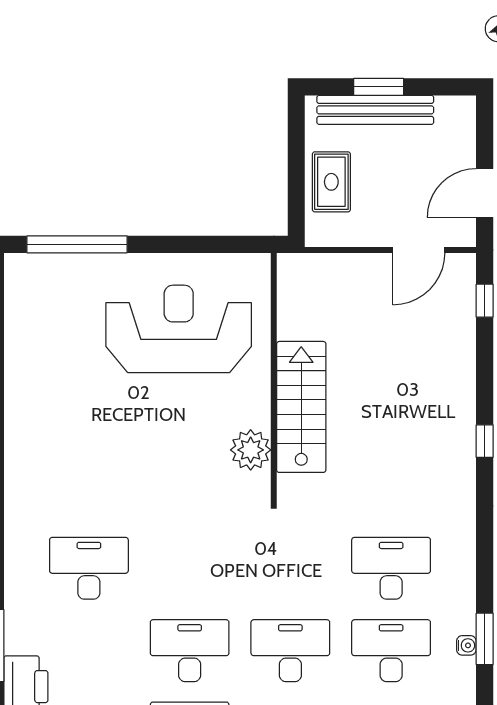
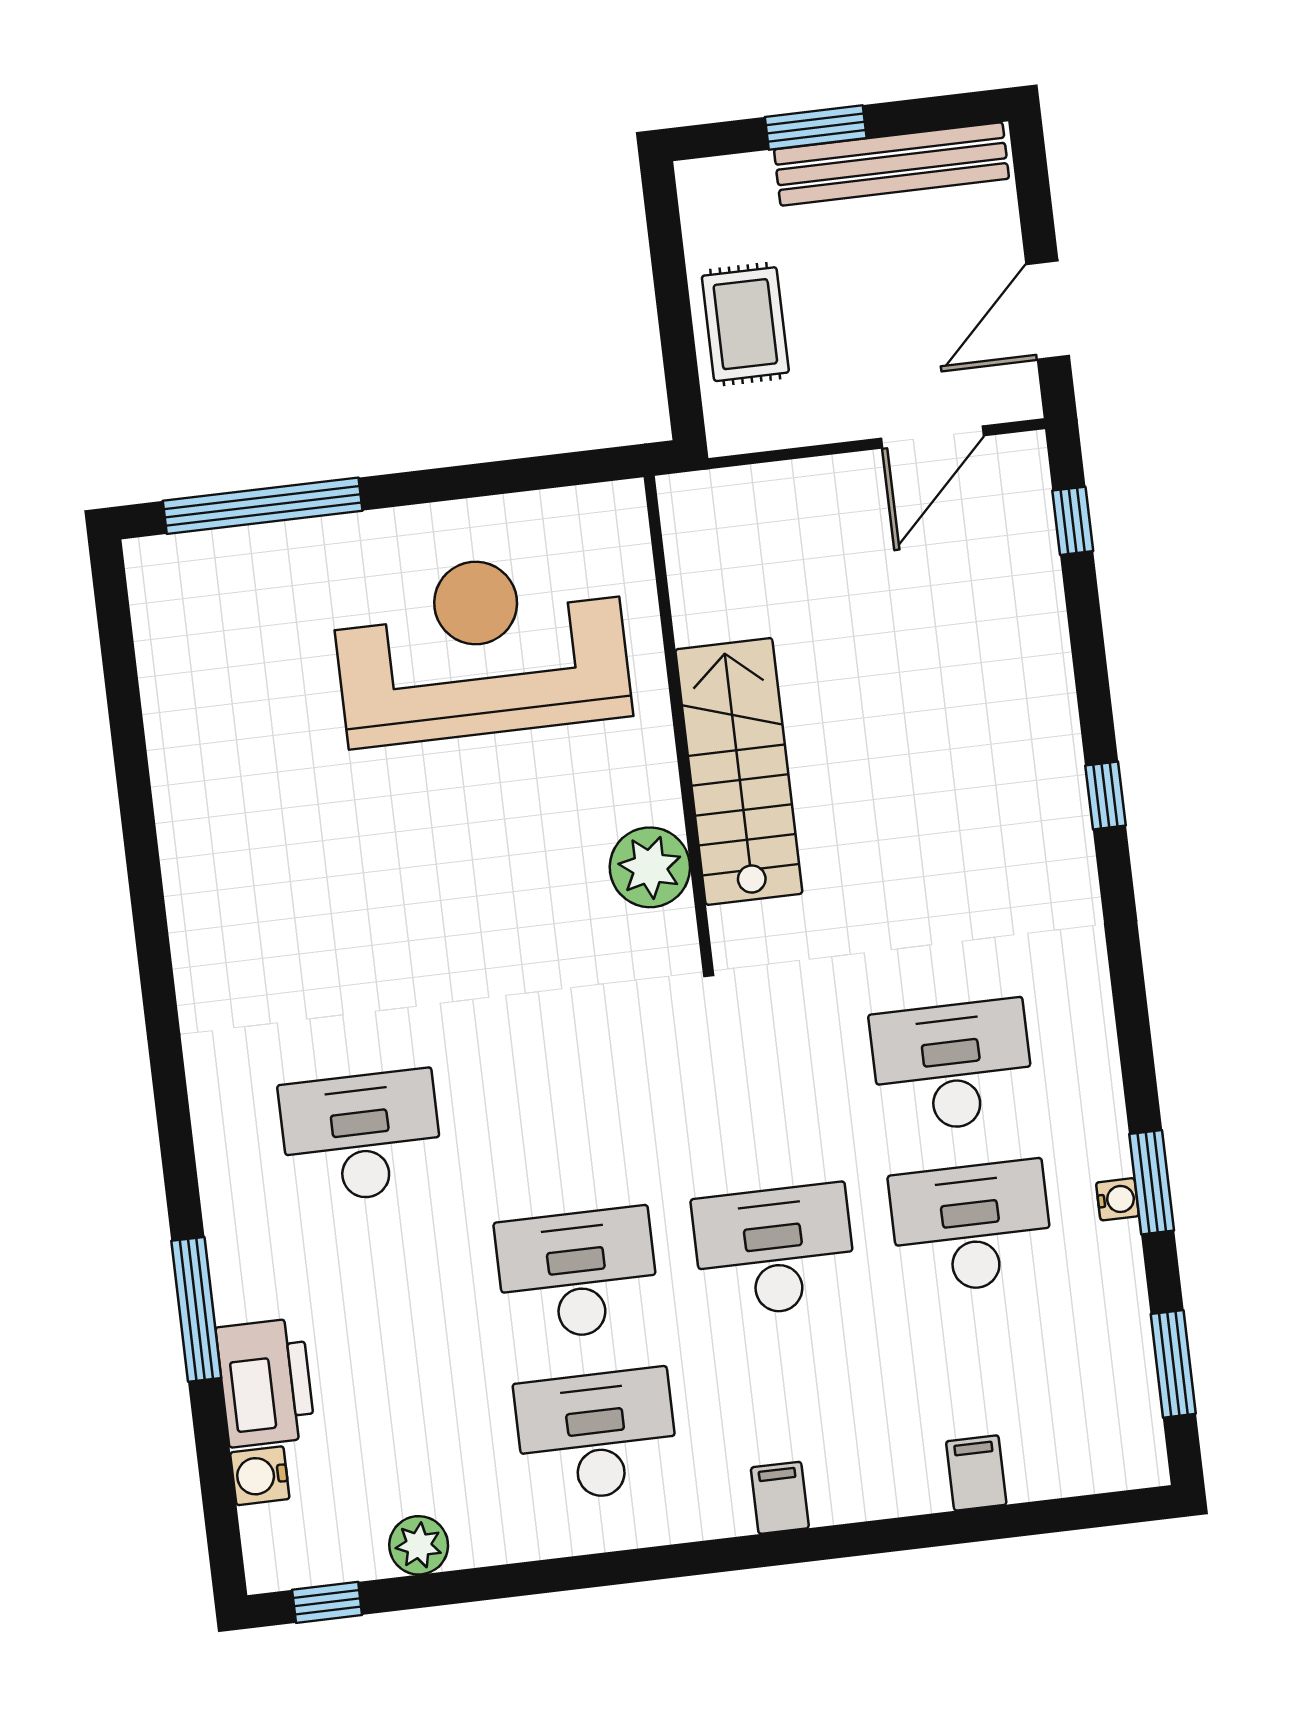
bench: (375, 110) -> (891, 164), moved

